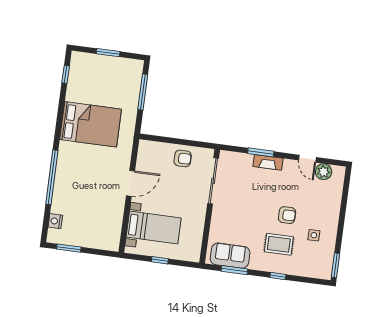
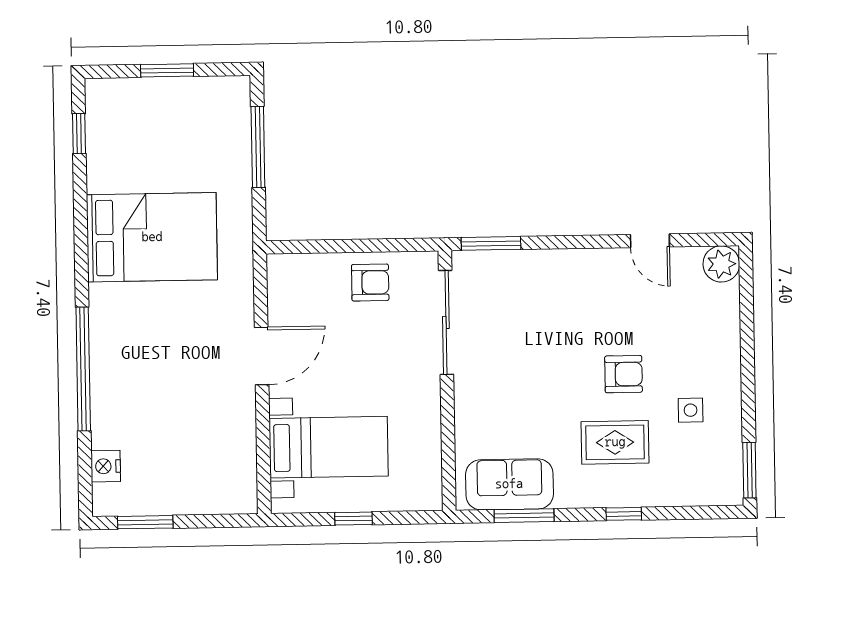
window: (261, 152) -> (491, 243), moved
fireplace: (268, 162) -> (563, 262), removed
plant: (324, 172) -> (721, 264), moved

